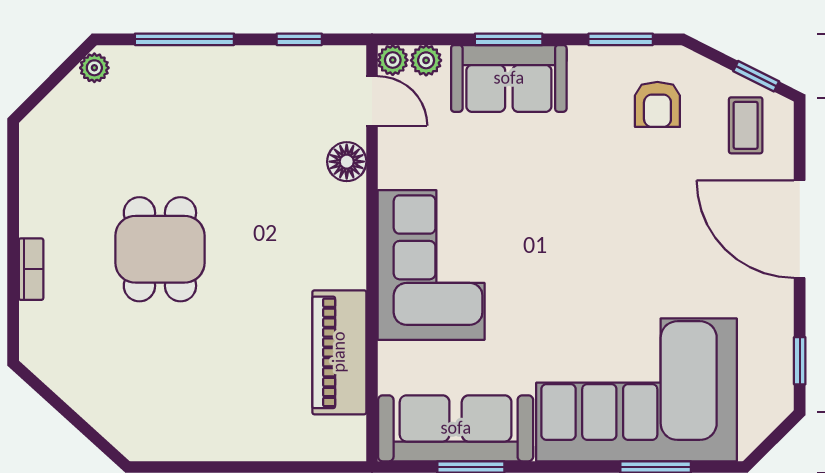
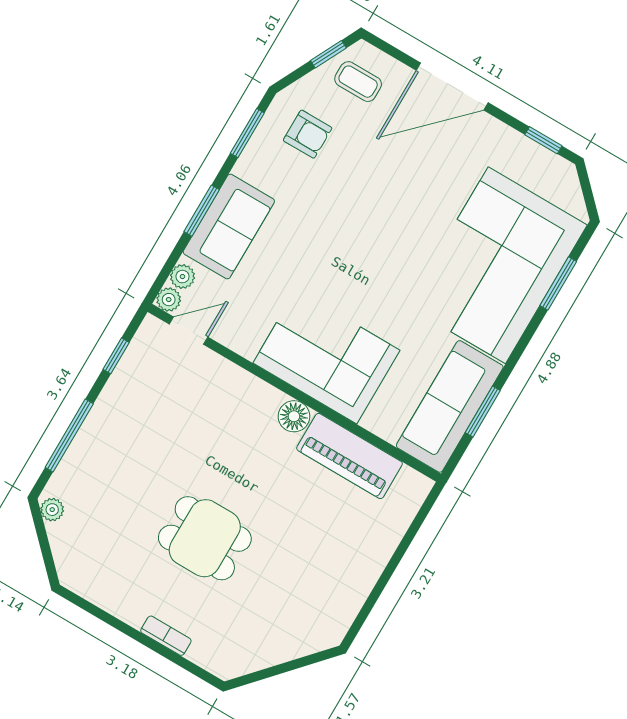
floor lamp: (347, 162) -> (294, 416), moved

